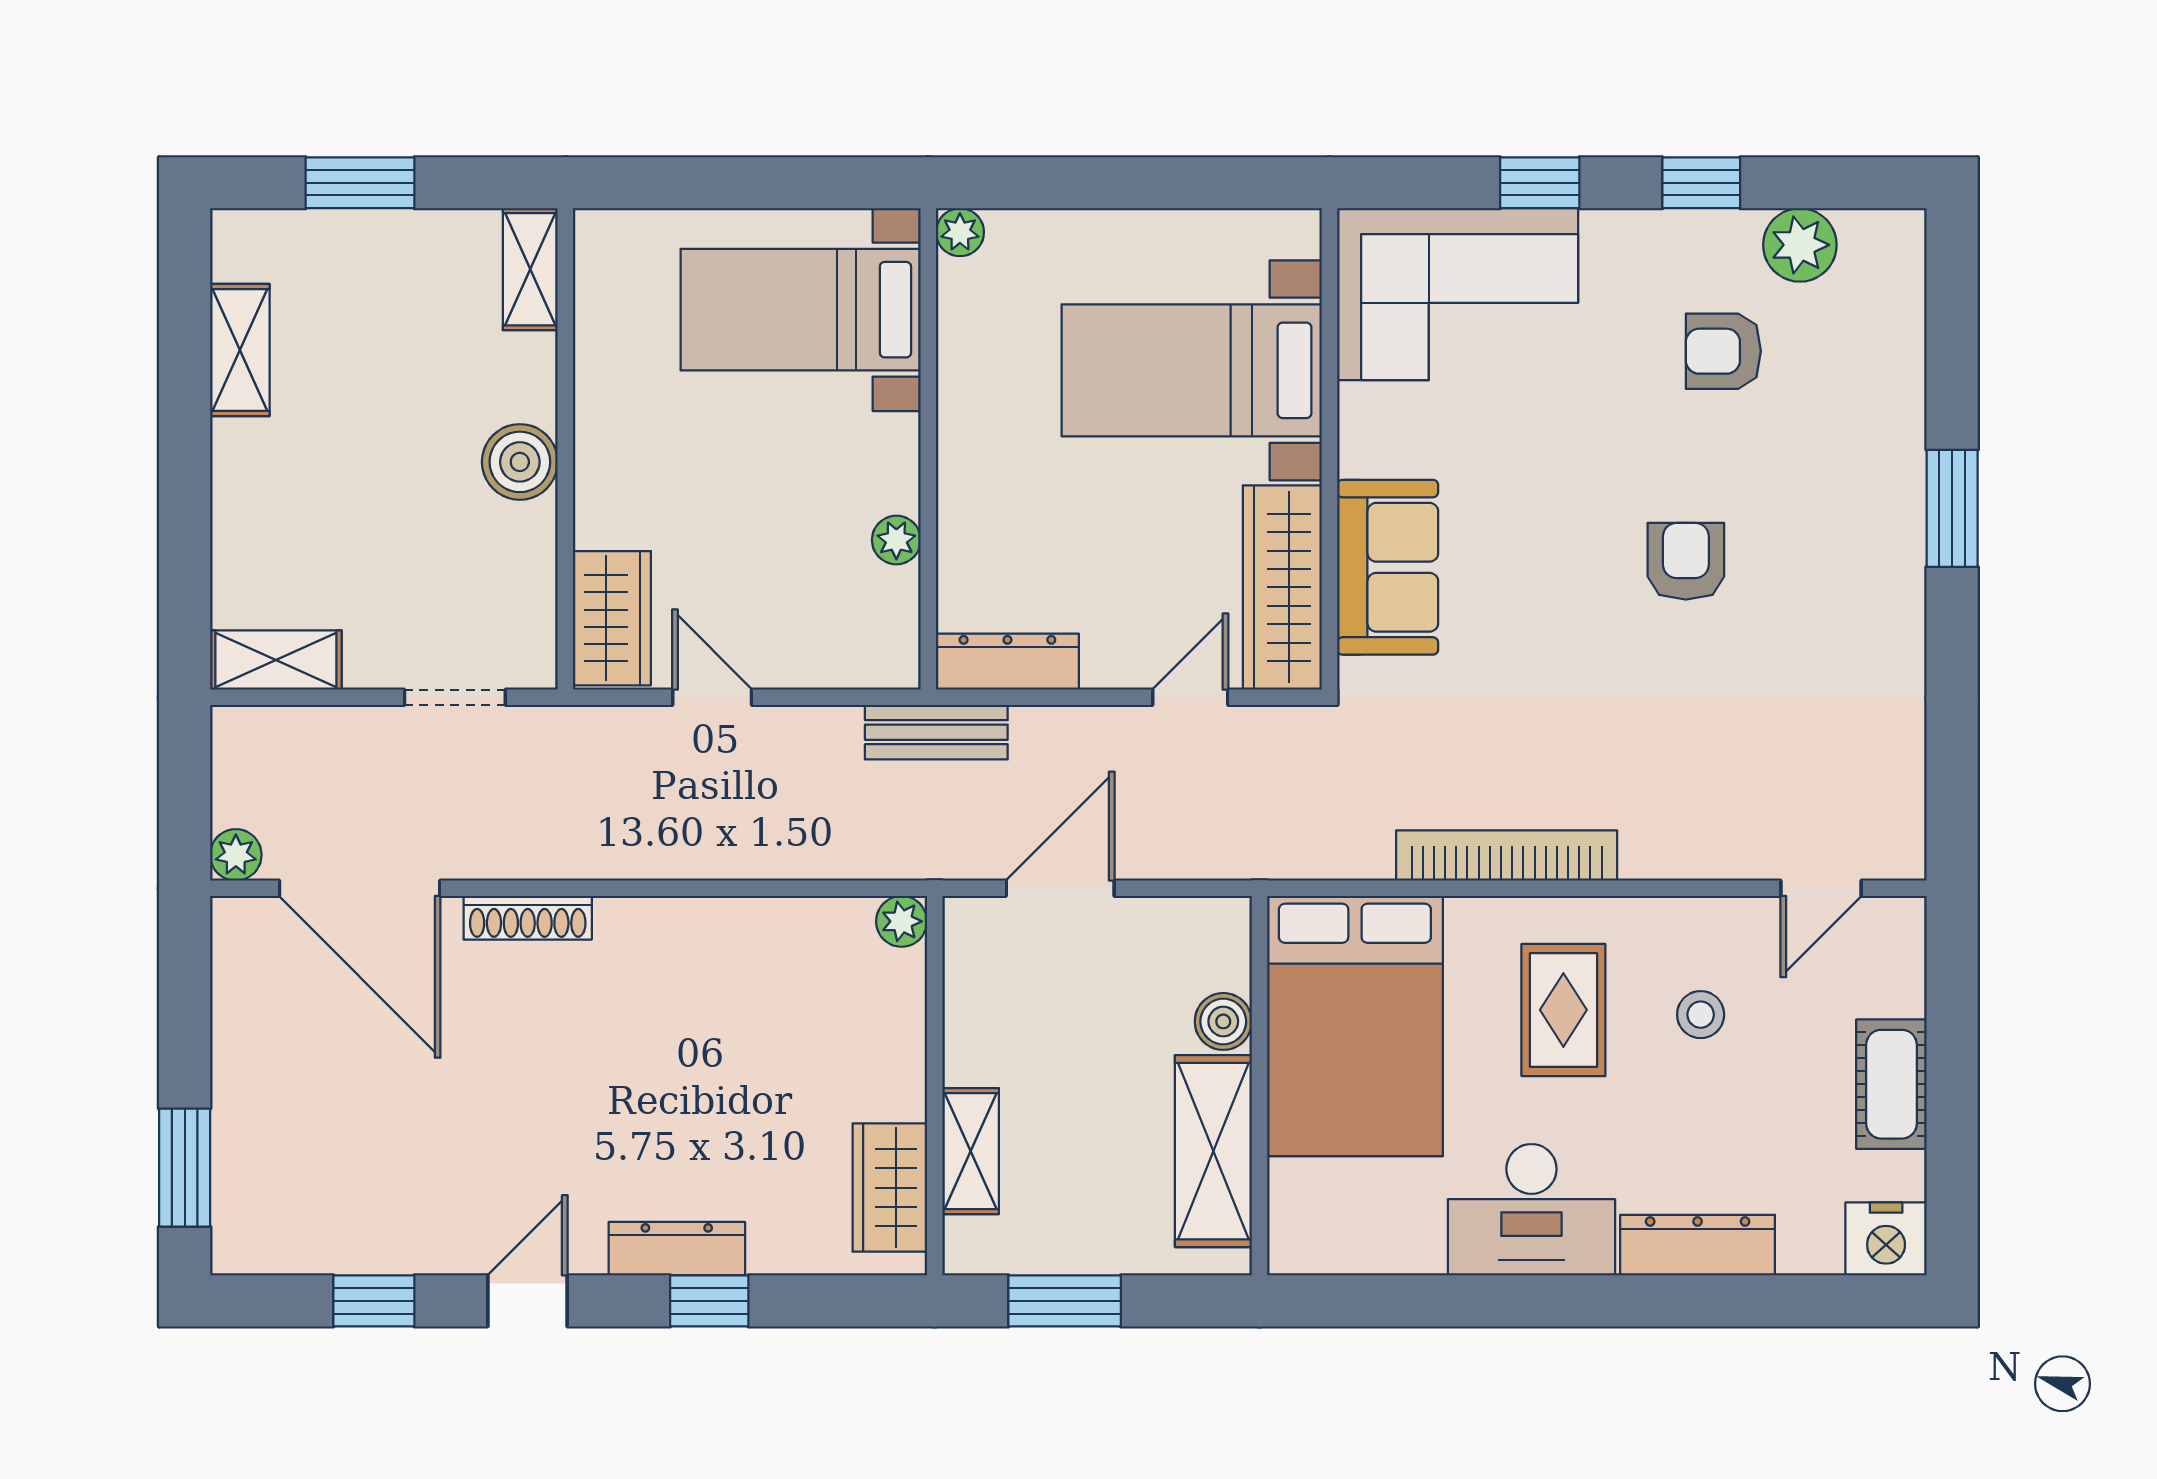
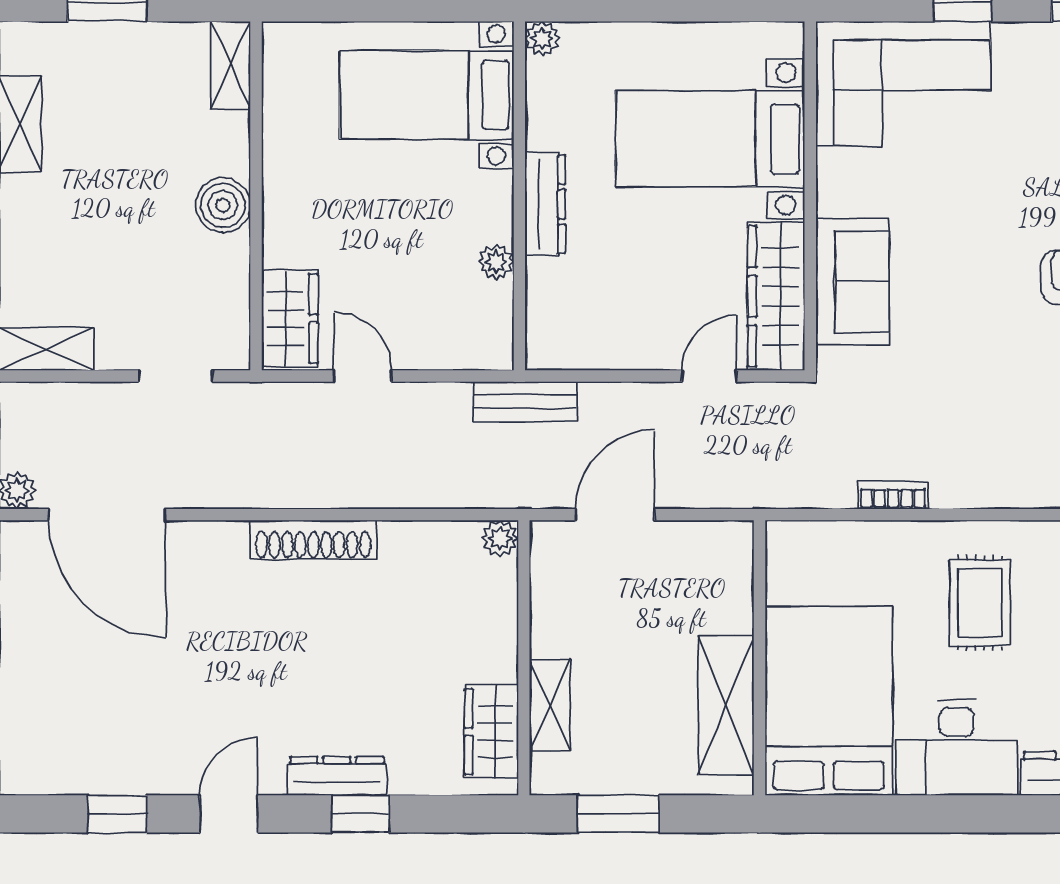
dresser: (1007, 662) -> (545, 204), moved, turned 90
bookcase: (1507, 856) -> (893, 495), width x0.43, depth x0.76
shoe rack: (528, 918) -> (313, 540), moved, width x1.36, depth x1.24
boiler: (1223, 1021) -> (733, 611), removed
bed: (1355, 1026) -> (829, 701), moved, turned 180

